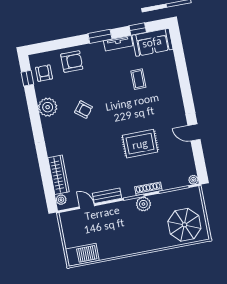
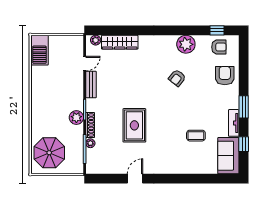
armchair: (72, 62) -> (225, 76), turned 180
plant: (193, 180) -> (90, 143), moved

